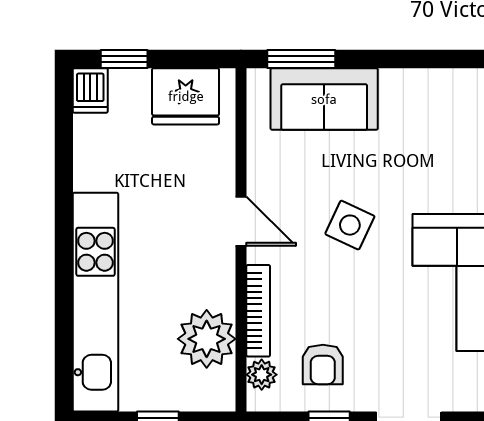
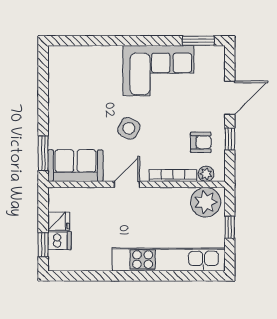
dishwasher: (90, 90) -> (59, 241), moved
fridge: (186, 96) -> (59, 221), width x0.53, depth x0.75
sofa: (324, 99) -> (75, 166), moved, turned -90
plant: (207, 339) -> (206, 202), moved

